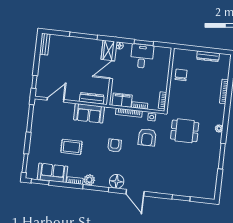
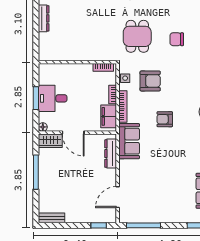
chair: (181, 75) -> (177, 39), moved
door: (56, 100) -> (118, 197), hinge flipped
sofa: (89, 113) -> (129, 141), moved
rug: (71, 147) -> (172, 171), removed

